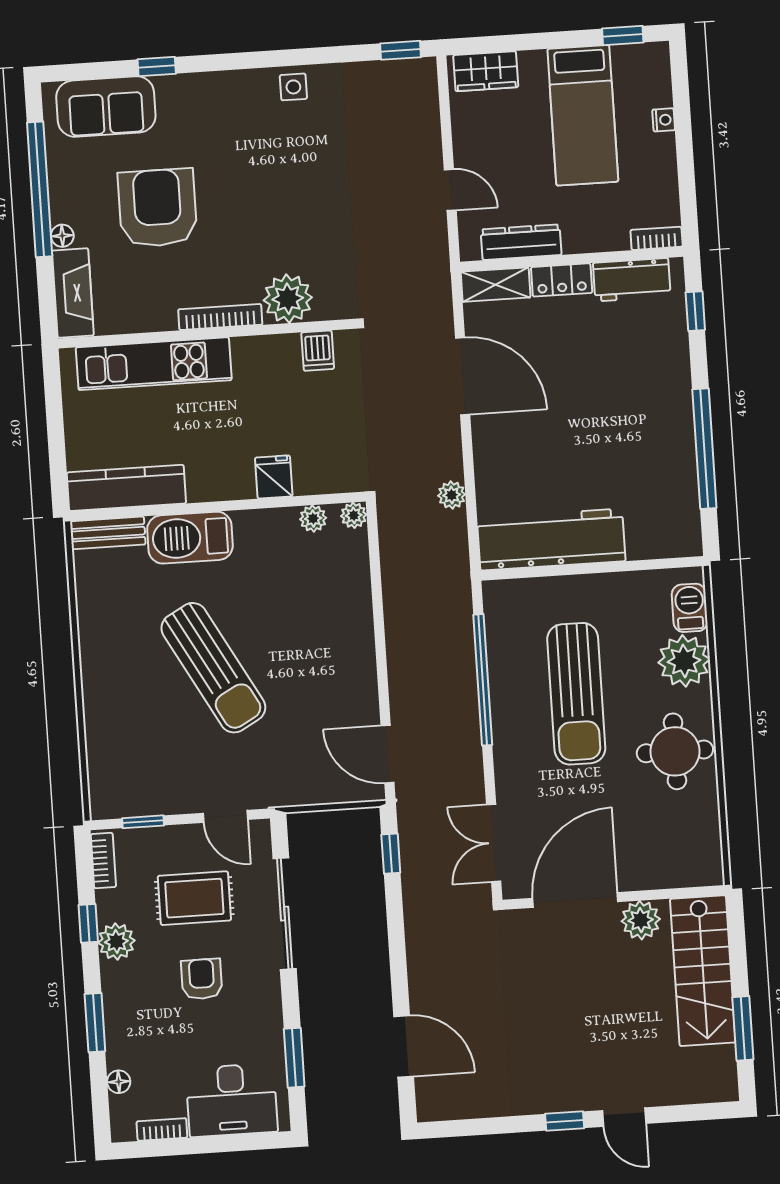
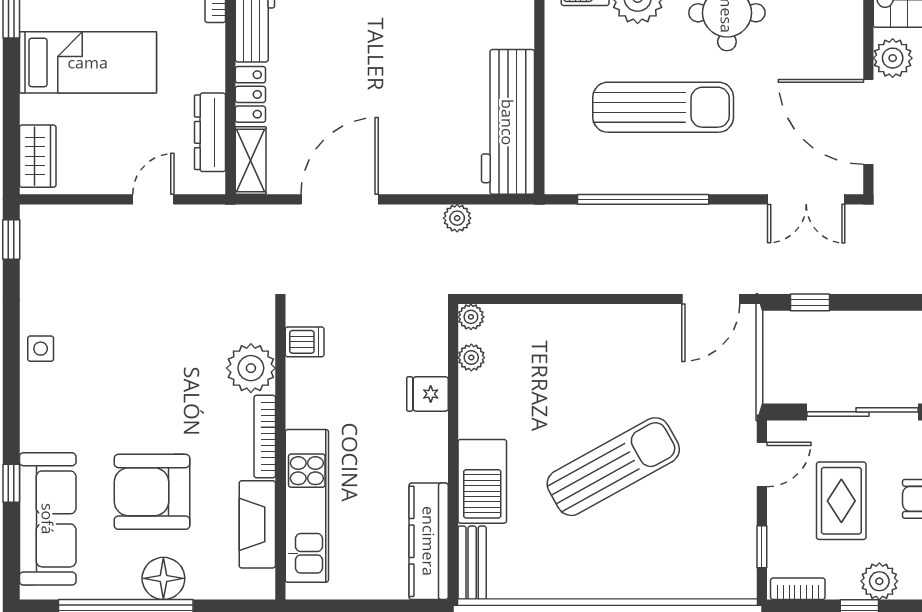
sofa: (106, 107) -> (48, 519), width x1.36
floor lamp: (62, 236) -> (163, 578), width x1.89, depth x1.89
fireplace: (73, 293) -> (257, 524), moved, turned -90

